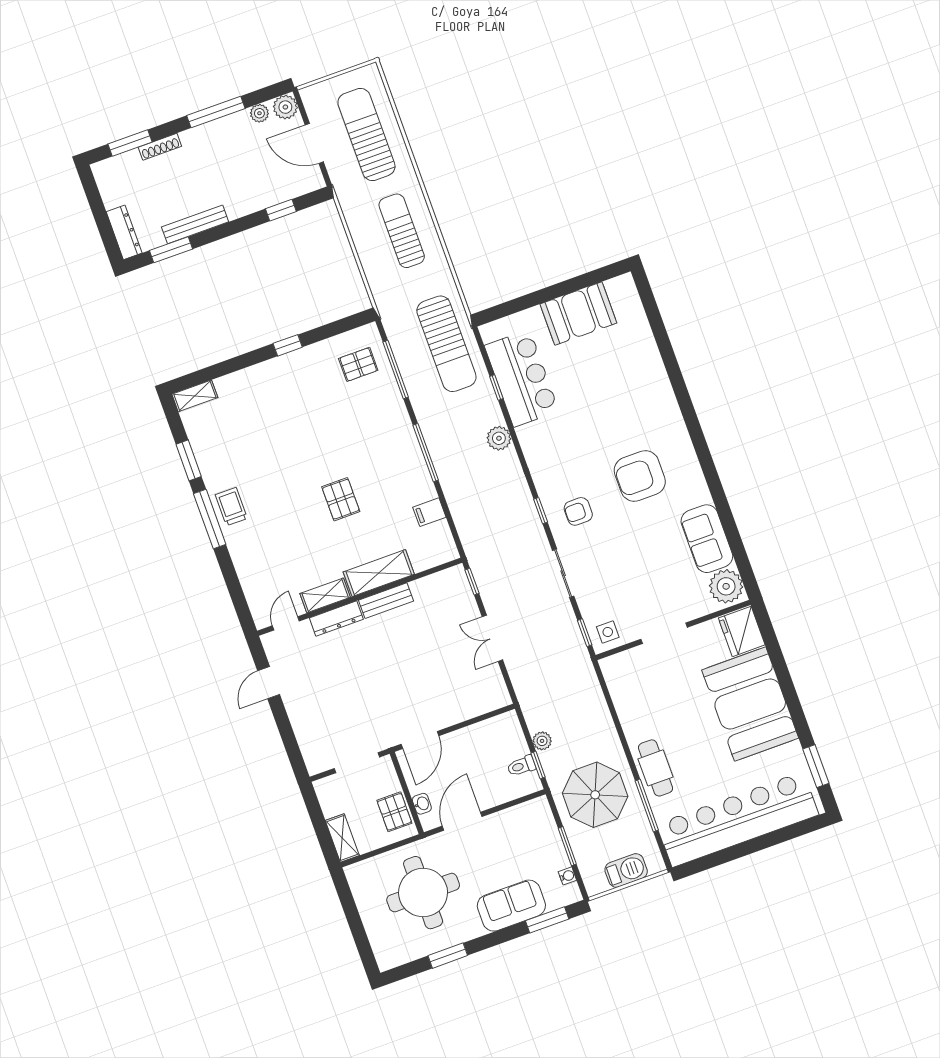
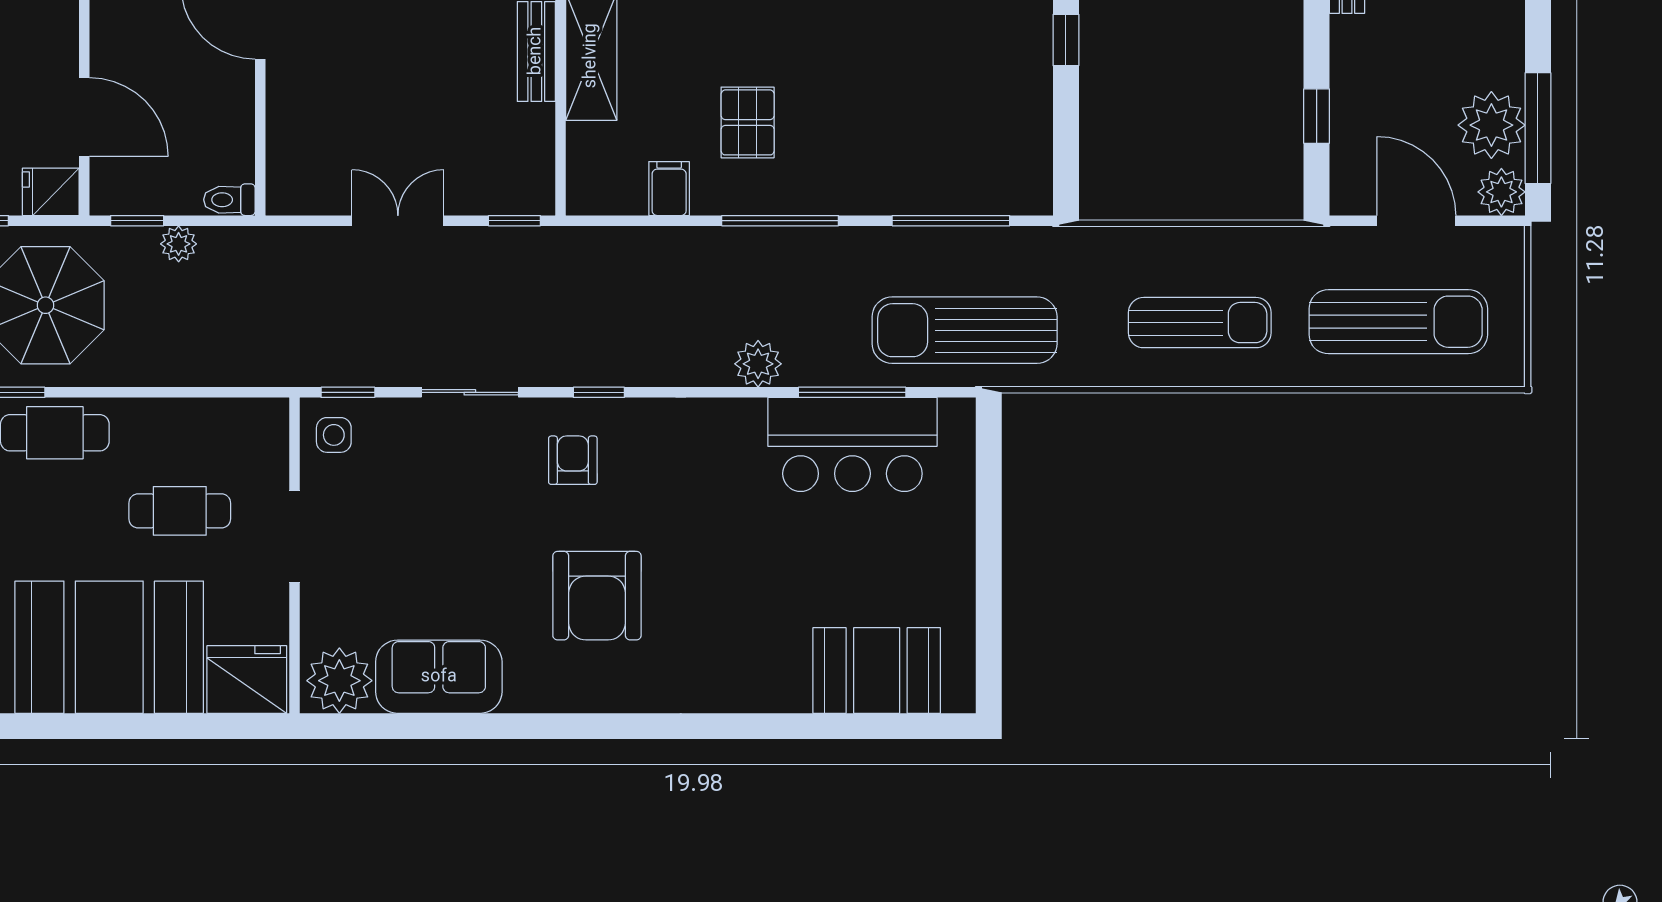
window: (216, 112) -> (1538, 128), moved
plant: (259, 113) -> (1491, 125), width x1.87, depth x1.87
door: (314, 143) -> (1416, 221), hinge flipped
booth: (578, 314) -> (877, 670), moved, turned 90
pallet: (358, 364) -> (985, 156), removed
window: (496, 388) -> (852, 392), width x2.17
armchair: (640, 476) -> (597, 596), turned 180
pallet: (341, 499) -> (748, 122), moved, turned 90
cafe table: (672, 694) -> (180, 511), added
toilet: (521, 766) -> (229, 200), moved, turned -90
fridge: (539, 812) -> (51, 192), added
door: (462, 821) -> (84, 117), moved

